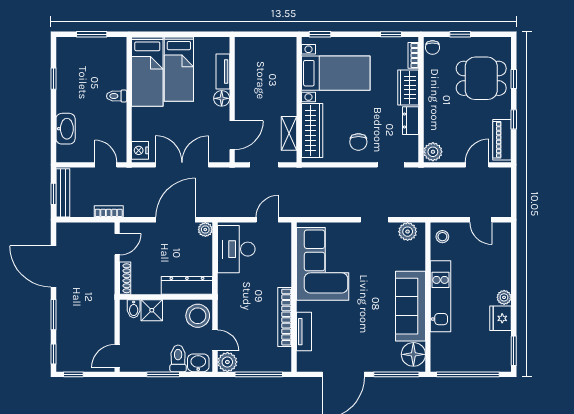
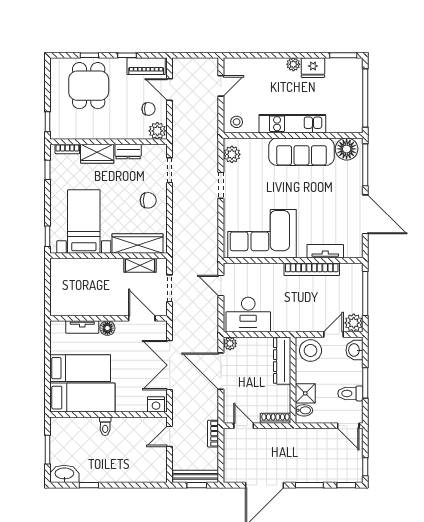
window: (460, 34) -> (48, 122), moved
chair: (433, 47) -> (149, 109), moved
washbasin: (66, 129) -> (64, 474), moved
toilet: (178, 358) -> (350, 393), moved

